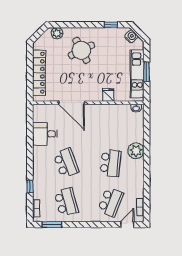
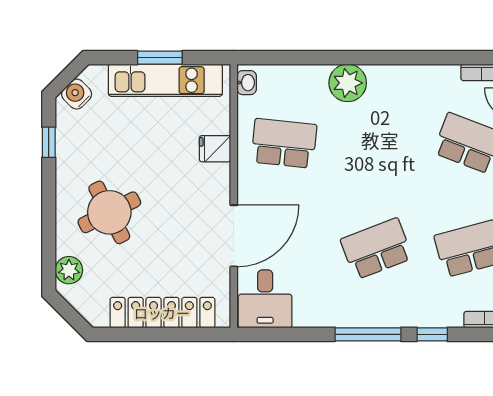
desk: (45, 134) -> (265, 299), moved
window: (30, 159) -> (368, 334), added
school desk: (111, 163) -> (284, 143), moved

